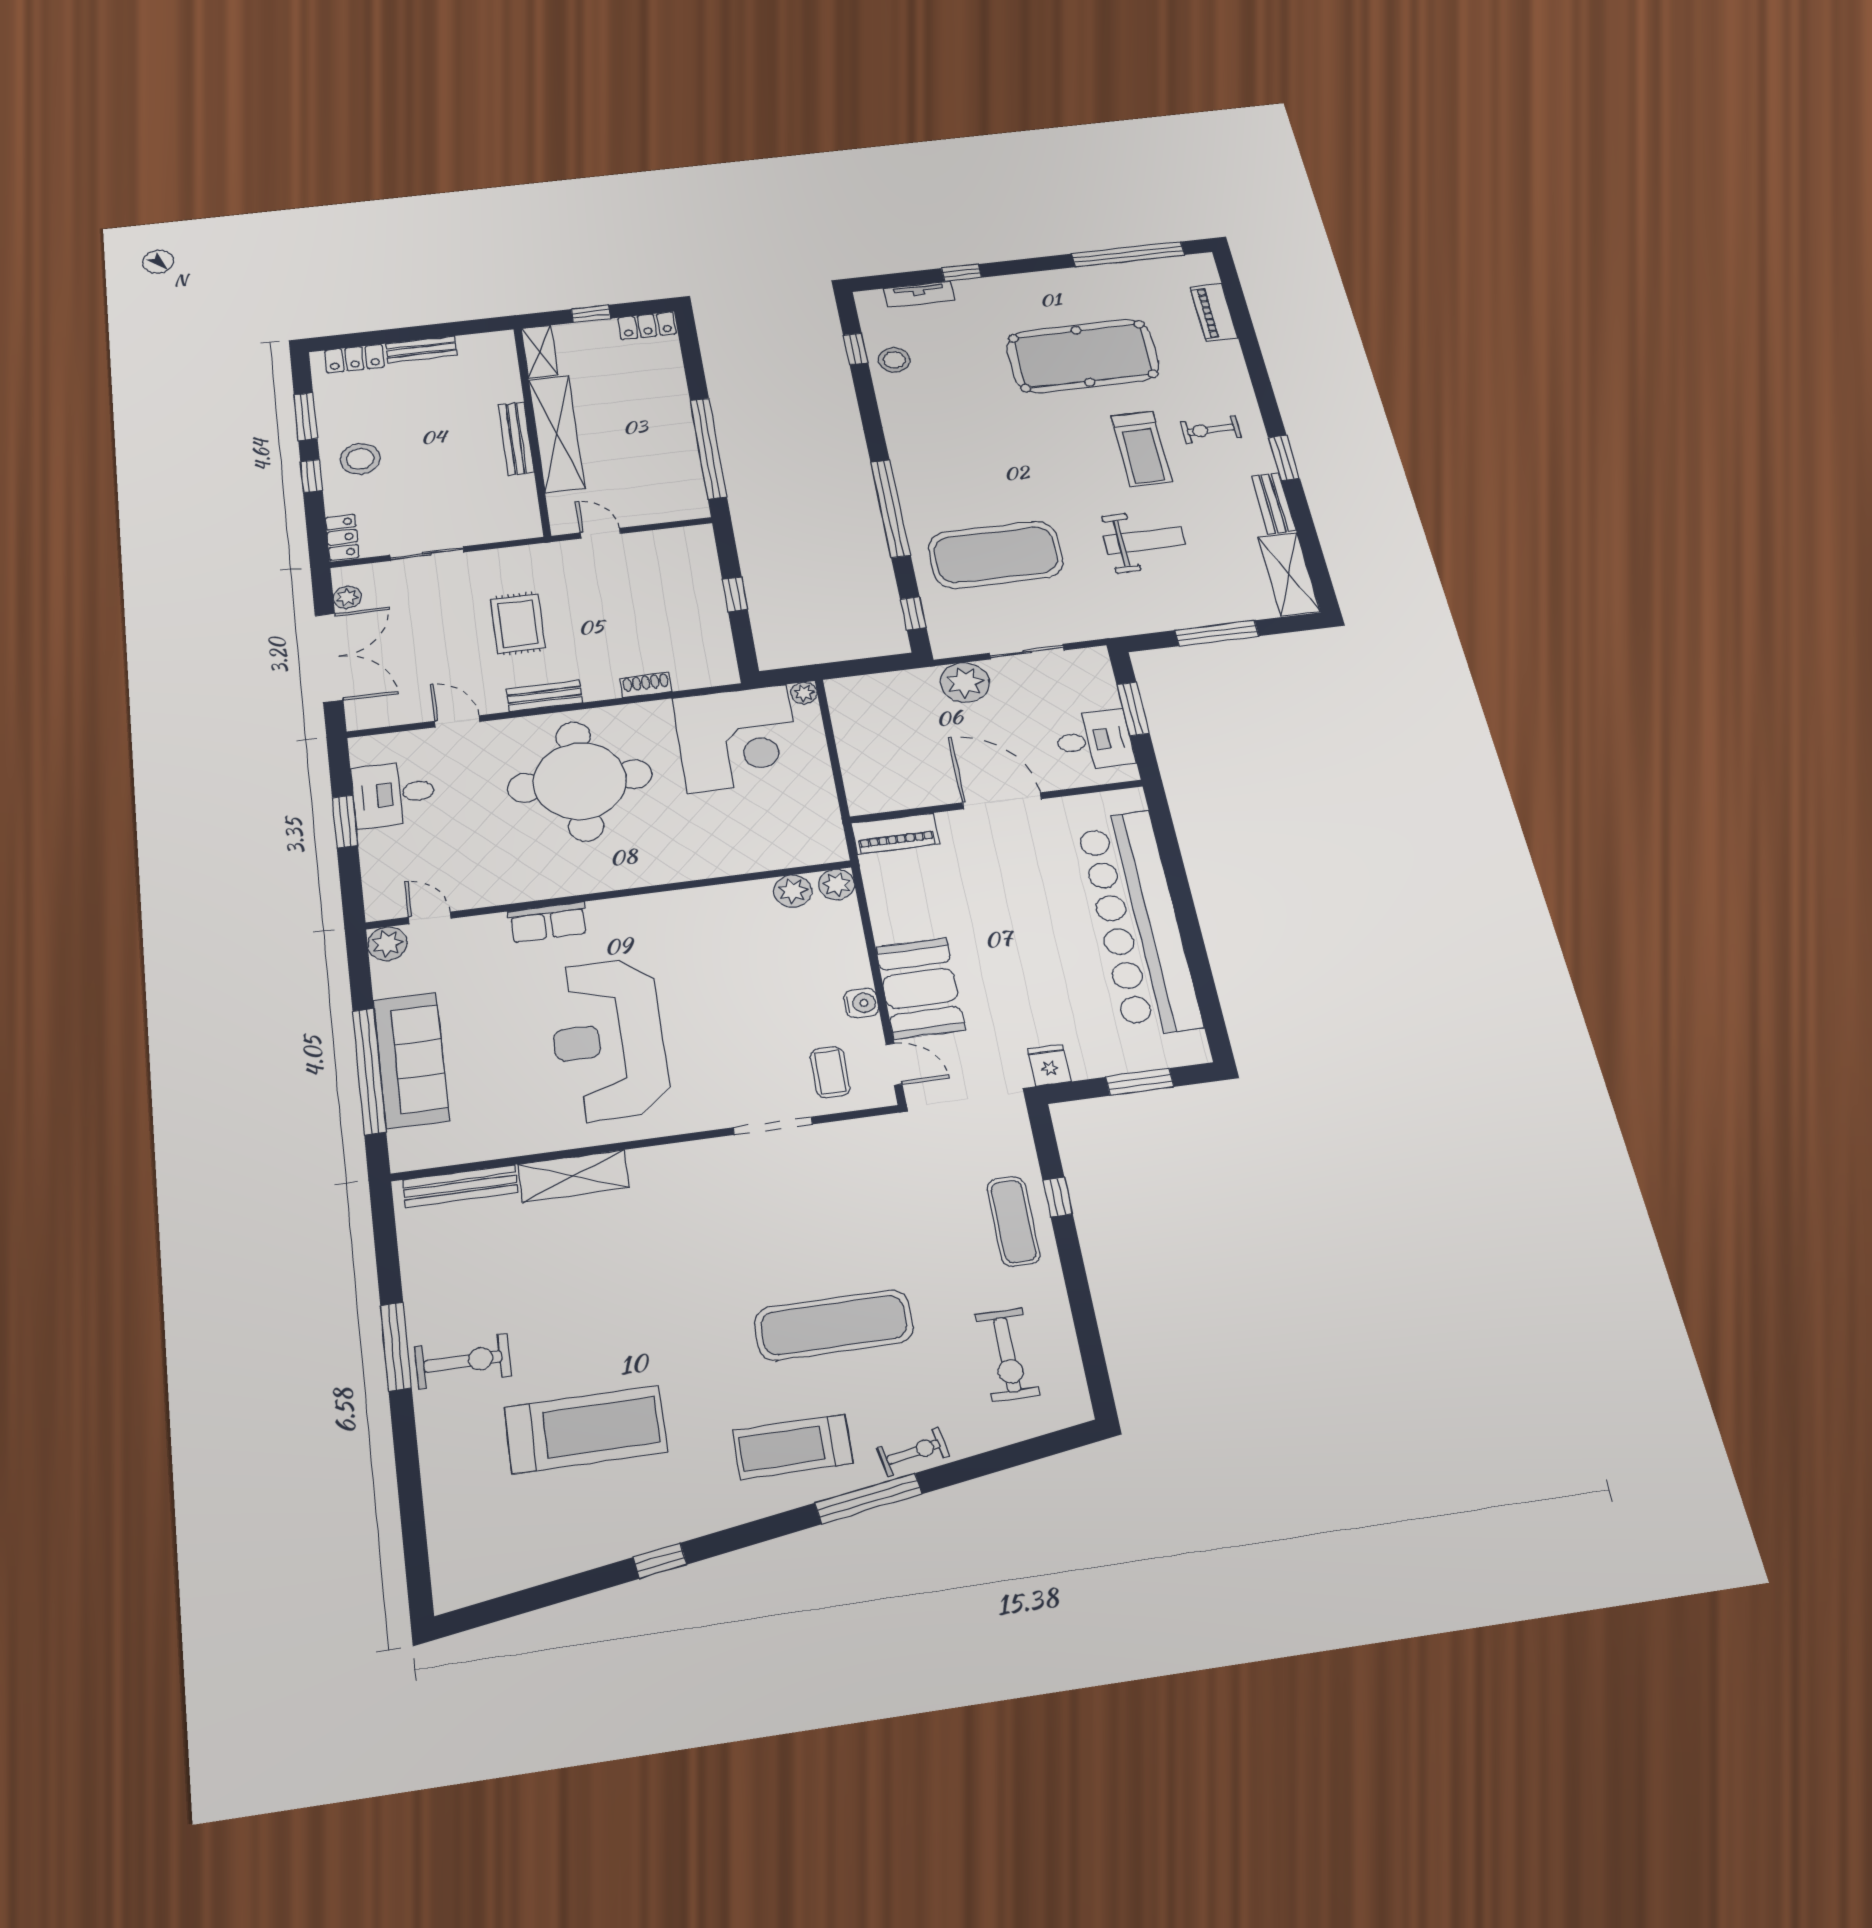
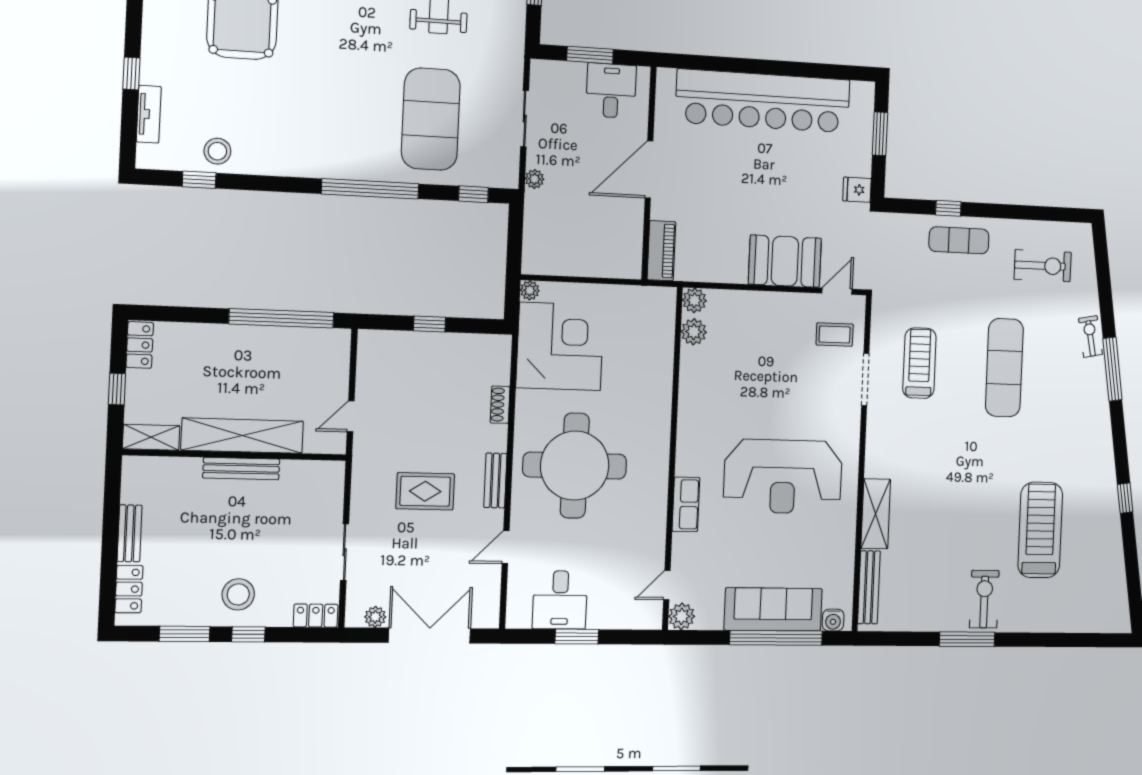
plant: (965, 682) -> (535, 179), width x0.53, depth x0.53
water cooler: (861, 1003) -> (833, 620), moved, turned 180
treadmill: (793, 1447) -> (919, 363), moved, turned 180

